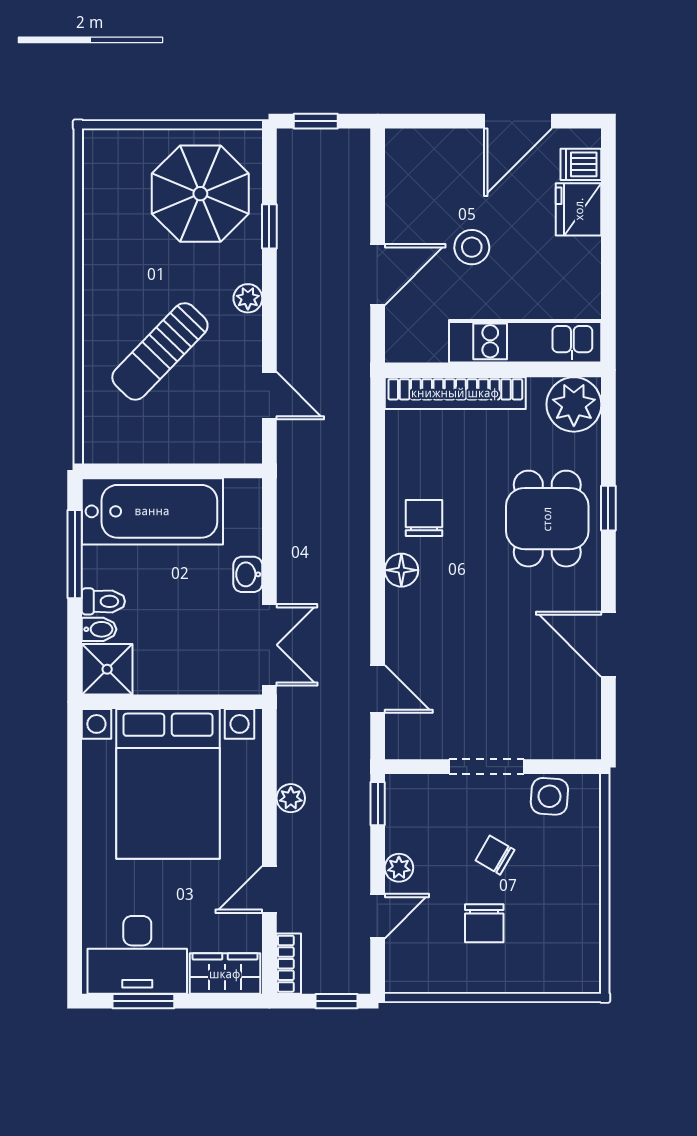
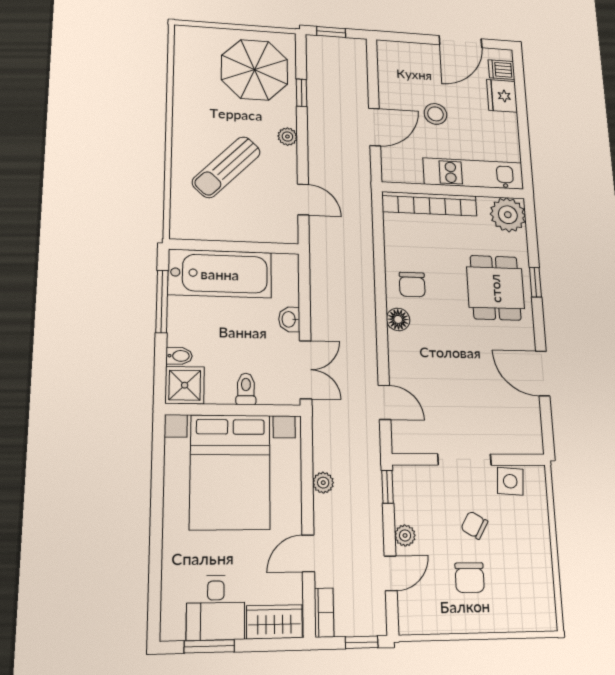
chair: (424, 518) -> (412, 285), turned 180
toilet: (103, 601) -> (246, 389), moved, turned -90
desk: (137, 955) -> (216, 608), width x0.73

